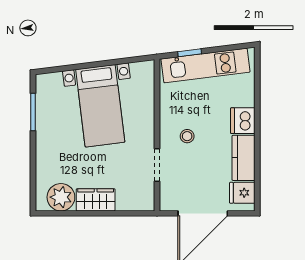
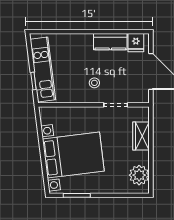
bed with nightstands: (100, 106) -> (73, 155), width x1.36
dishwasher: (243, 121) -> (83, 42), removed
wardrobe: (96, 200) -> (141, 136), moved

